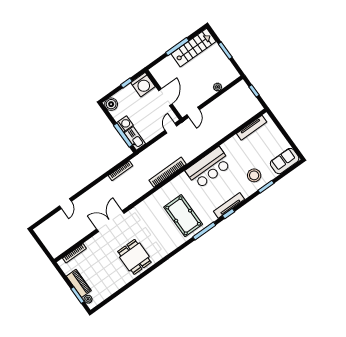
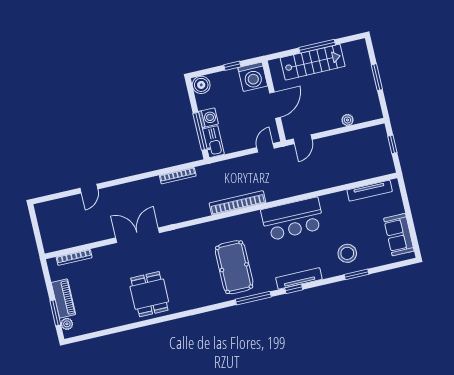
stairs: (194, 48) -> (313, 62), moved
sofa: (285, 161) -> (399, 235), moved, turned -90

